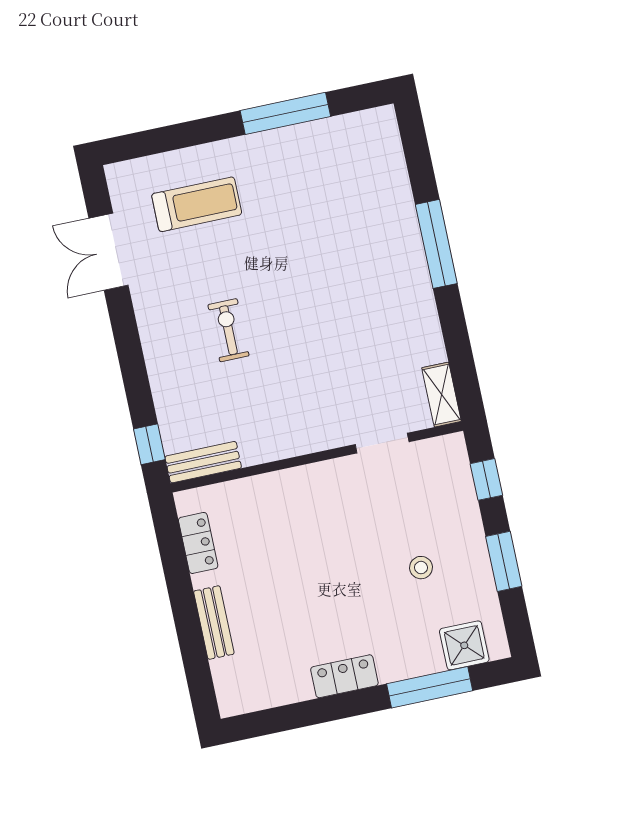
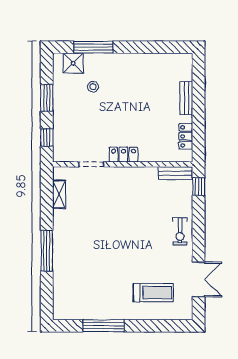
treadmill: (197, 204) -> (153, 293), turned 180
exercise bike: (228, 330) -> (180, 232), moved
shelving: (442, 395) -> (59, 194), moved
stool: (421, 568) -> (93, 87), moved
locker: (344, 676) -> (123, 155), moved, turned 180

